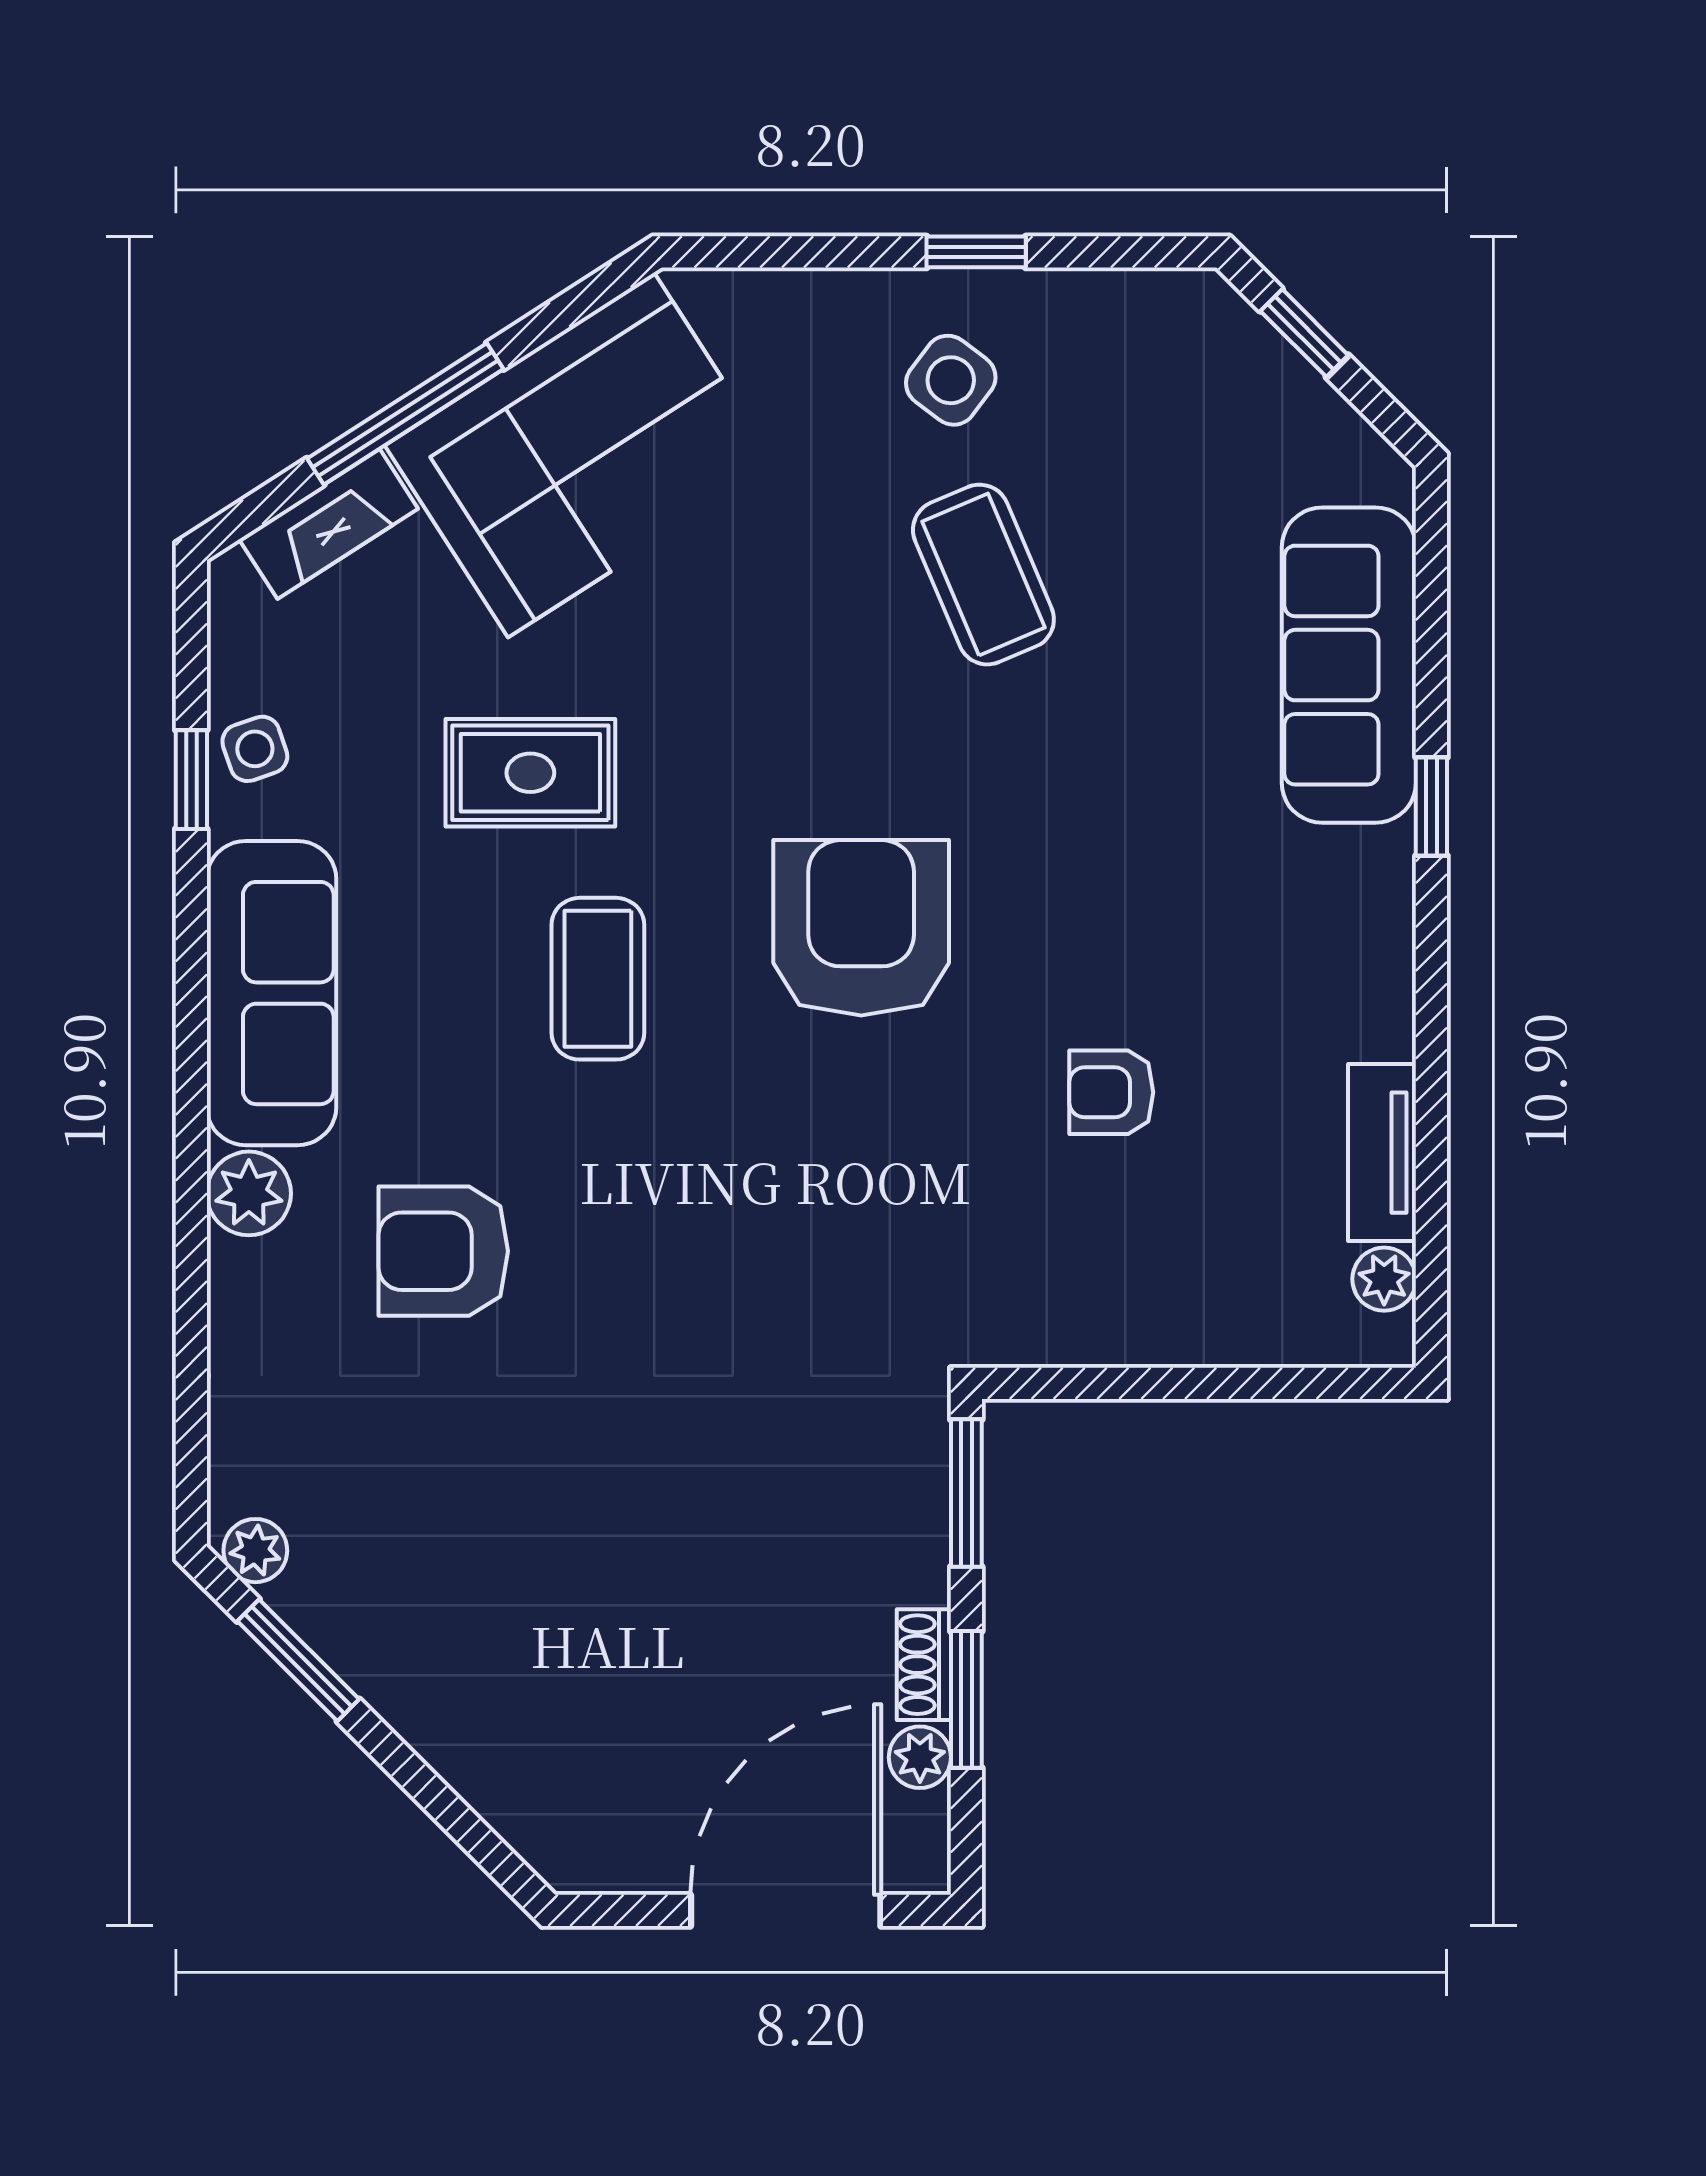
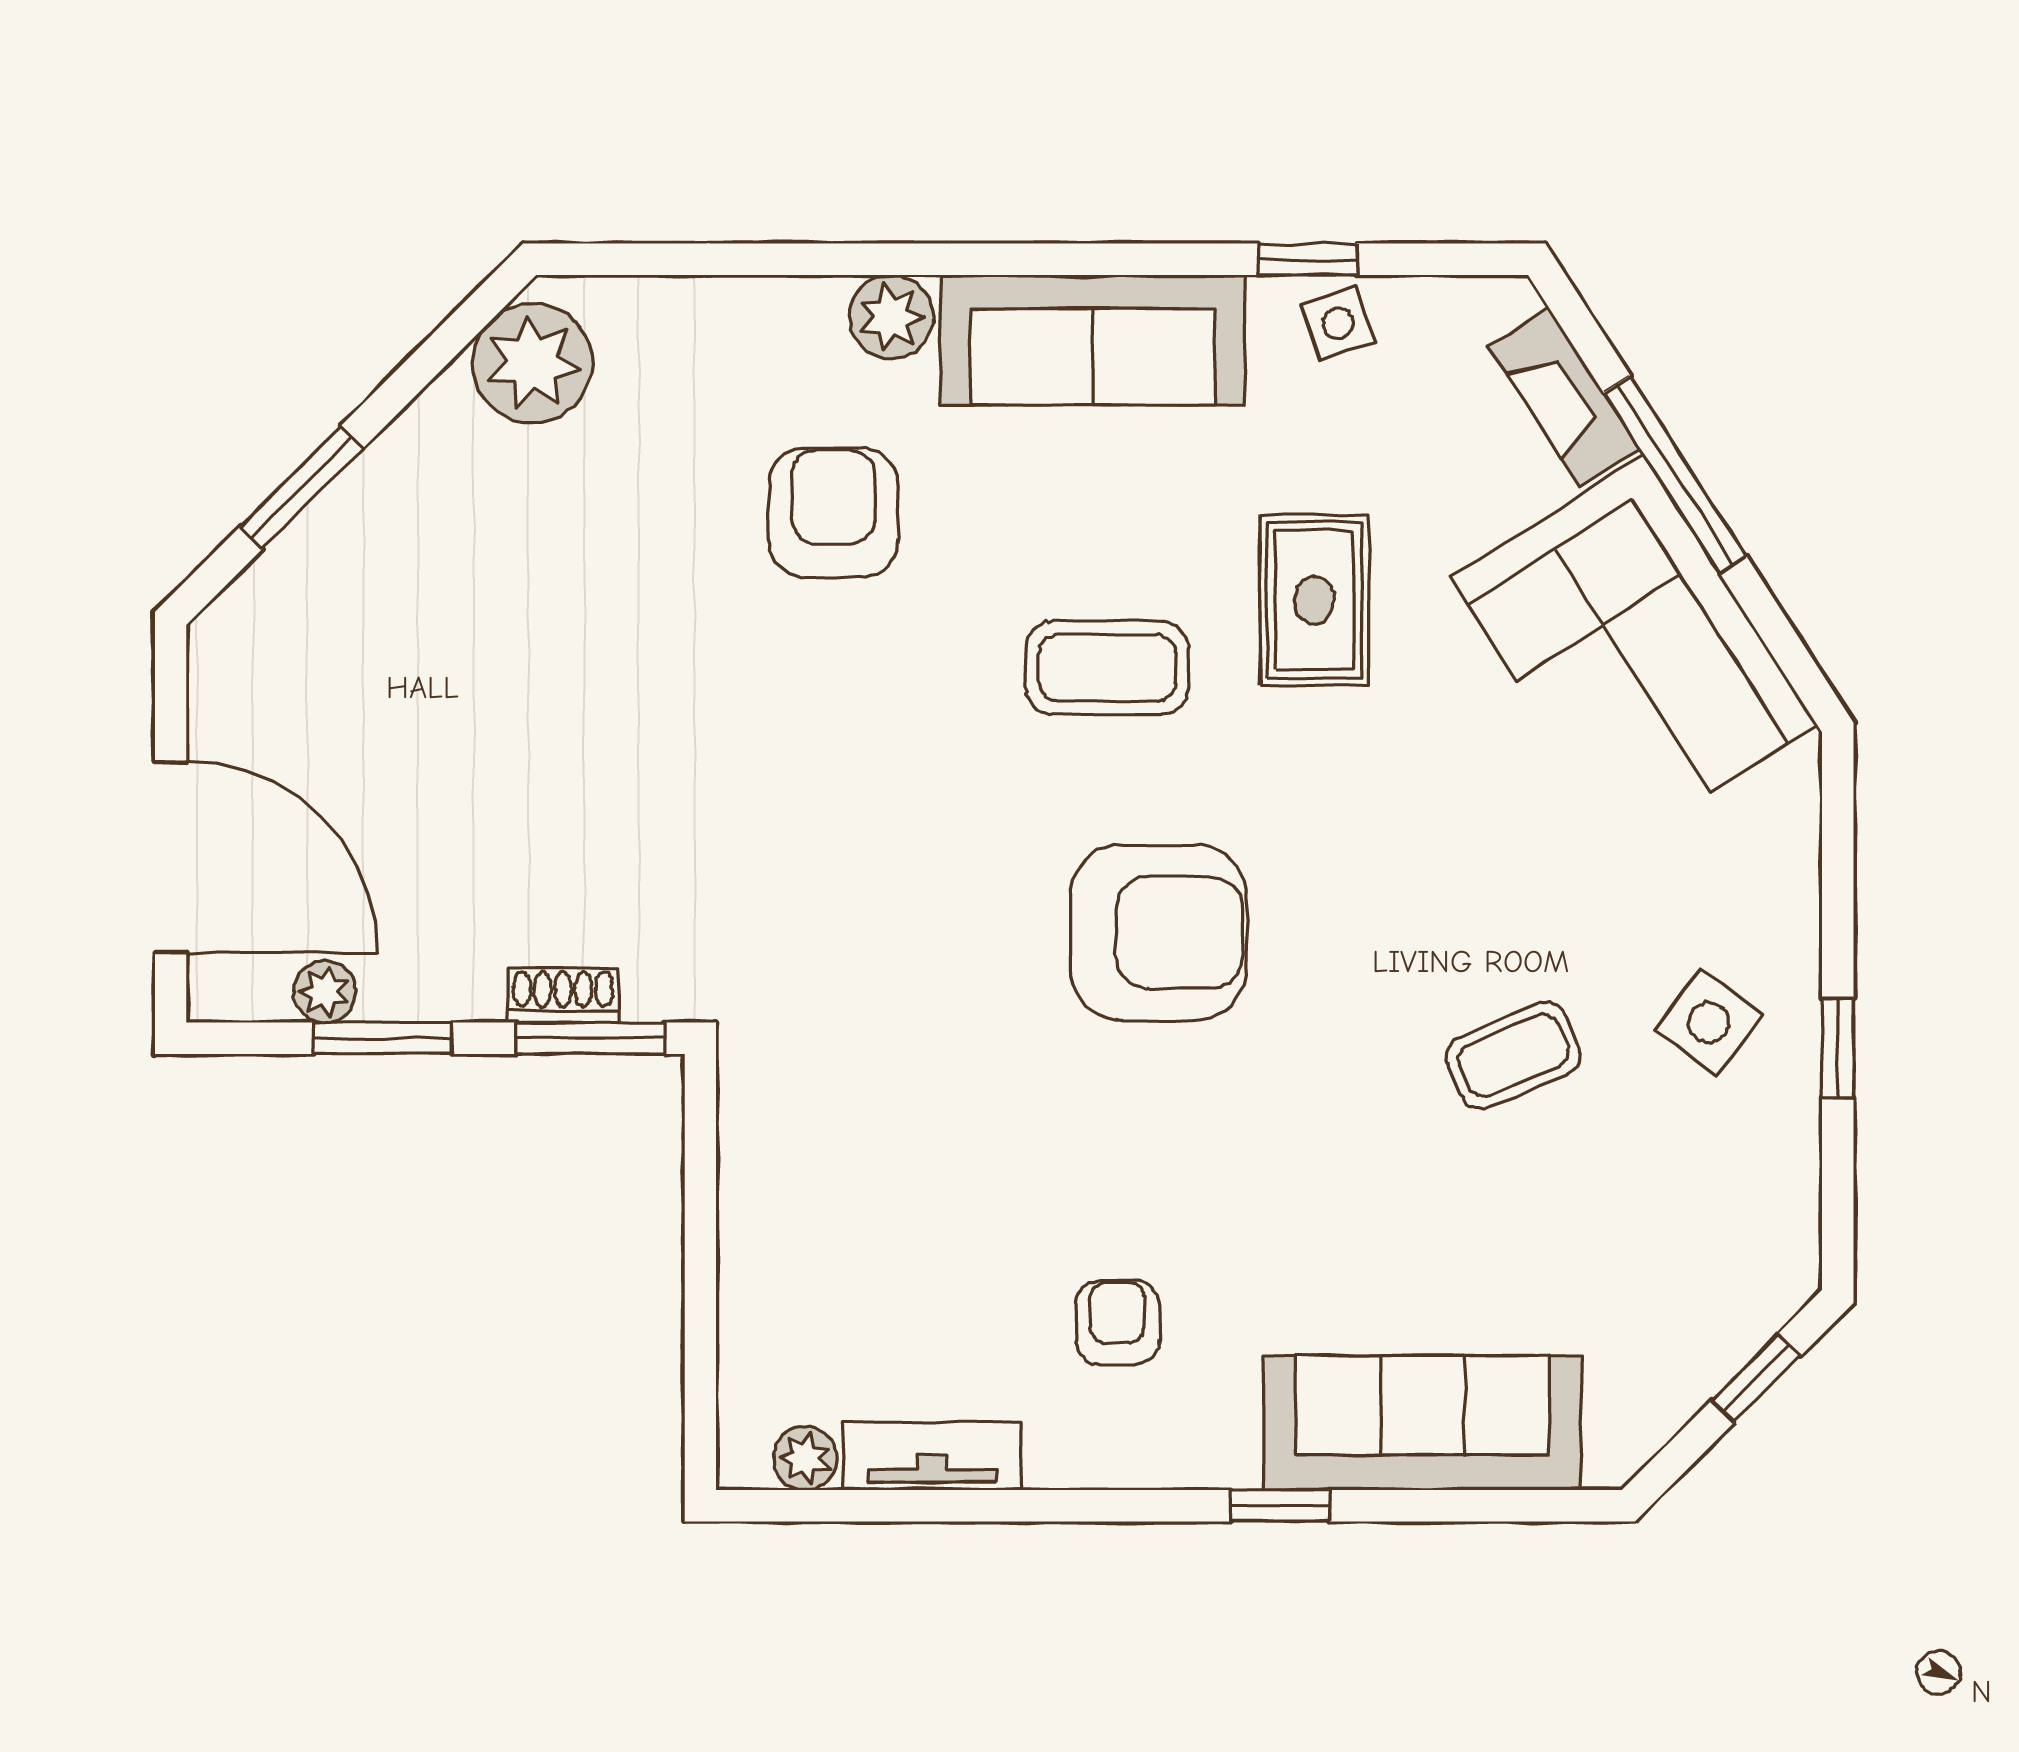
coffee table: (983, 575) -> (1513, 1055), width x0.73, depth x0.77
armchair: (1111, 1092) -> (1117, 1323), moved
plant: (255, 1551) -> (532, 363), width x1.87, depth x1.87
window: (298, 1660) -> (302, 487), moved
shoe rack: (924, 1665) -> (563, 996), moved

